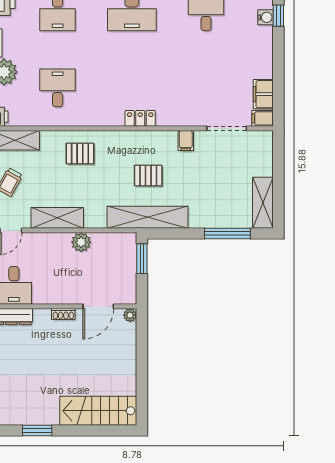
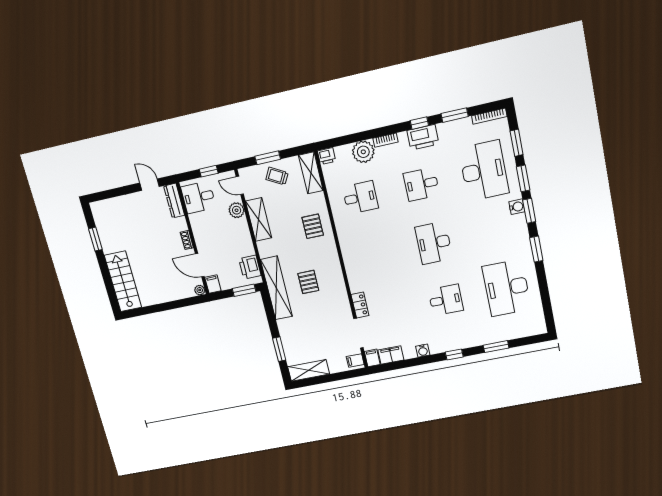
water cooler: (266, 17) -> (423, 351), moved
locker: (140, 118) -> (360, 305), moved
filing cabinet: (186, 141) -> (355, 360), moved
window: (227, 233) -> (279, 349), width x0.69
plant: (81, 242) -> (237, 210), moved
printer: (114, 244) -> (250, 267), added
filing cabinet: (126, 296) -> (213, 284), added

